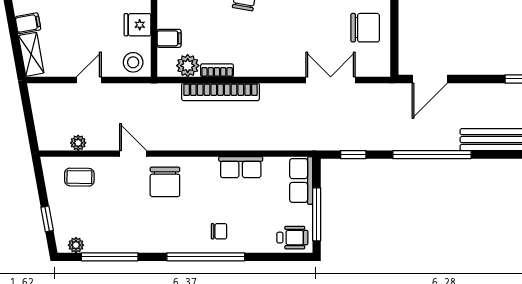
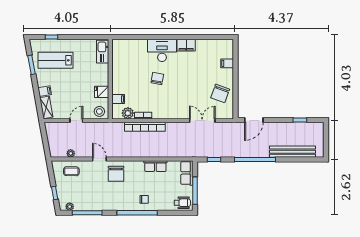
chair: (365, 28) -> (220, 93), turned 110

